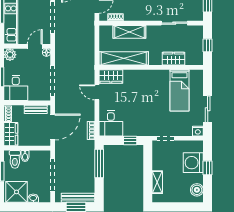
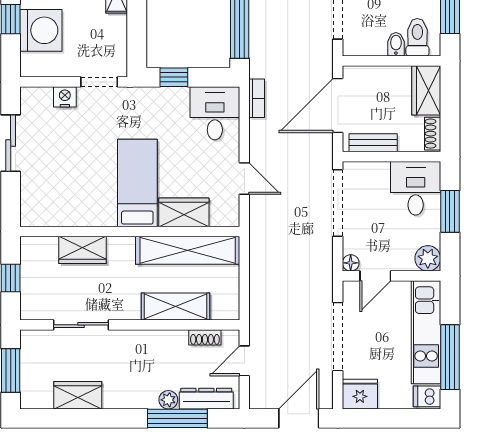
wardrobe: (111, 76) -> (184, 212), moved
bed: (180, 90) -> (137, 183), moved
nightstand: (198, 131) -> (65, 97), moved

